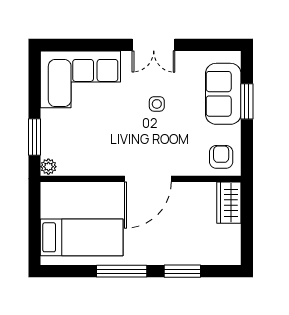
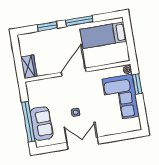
double door: (154, 45) -> (83, 143), width x1.37
corner sofa: (80, 79) -> (121, 98), moved, turned -90
window: (247, 101) -> (28, 122), width x2.11
armchair: (221, 157) -> (37, 90), removed

